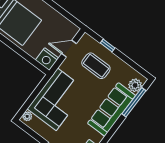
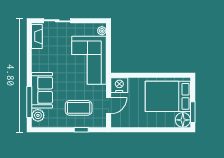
sofa: (112, 109) -> (42, 90), width x0.73

